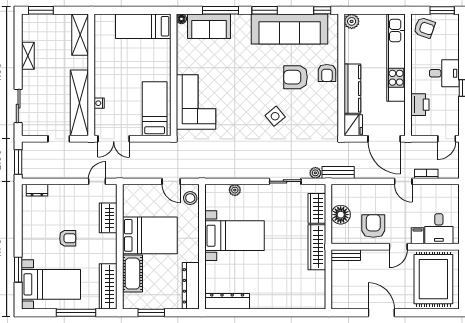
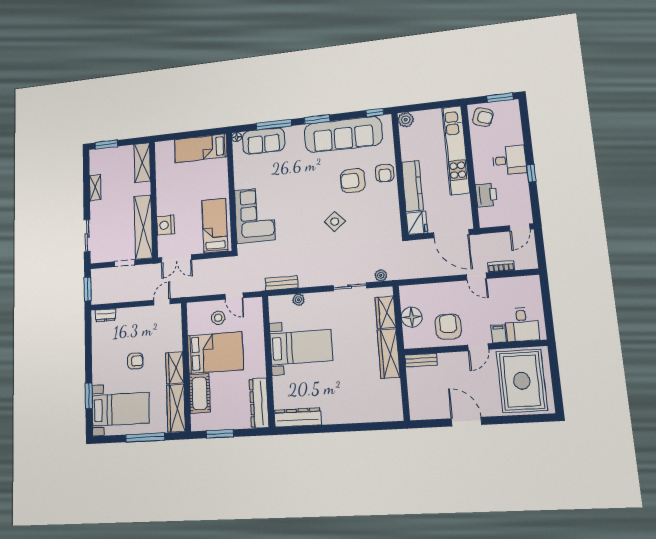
nightstand: (99, 103) -> (165, 225), width x1.89, depth x1.79
bench: (338, 172) -> (281, 283), moved
stool: (190, 198) -> (218, 318), moved
wardrobe: (108, 218) -> (175, 368), moved

